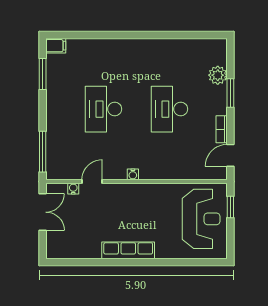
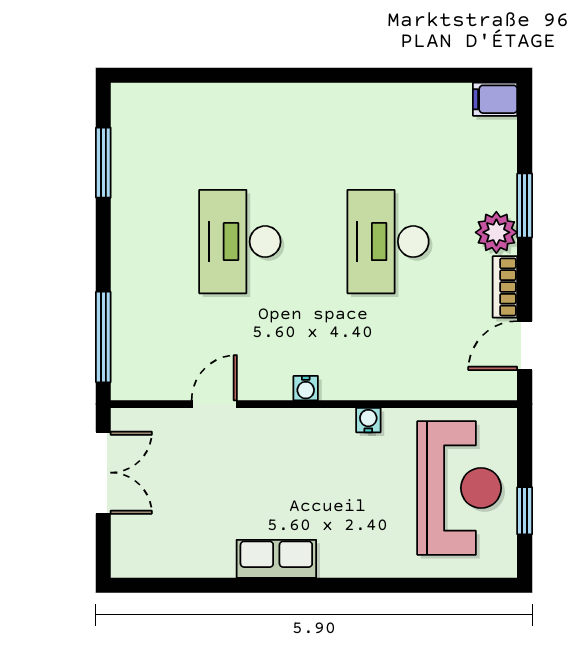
filing cabinet: (56, 46) -> (495, 99), moved, turned 180
plant: (218, 75) -> (496, 232), moved
water cooler: (73, 189) -> (368, 420), moved
window: (230, 207) -> (525, 511), moved
row of seats: (128, 250) -> (276, 559), width x0.68

